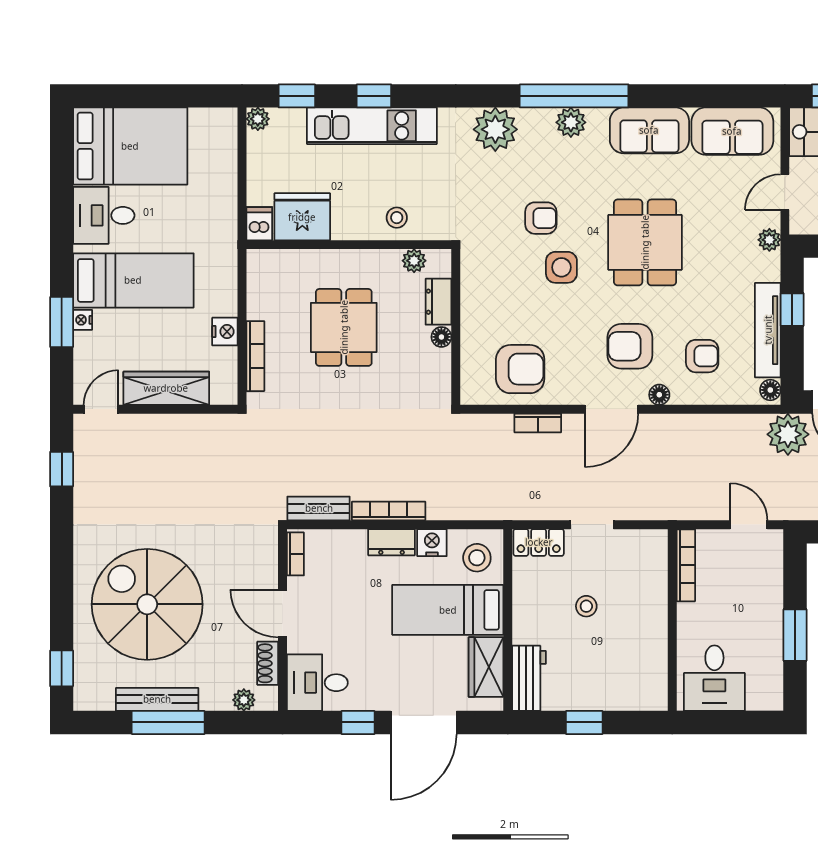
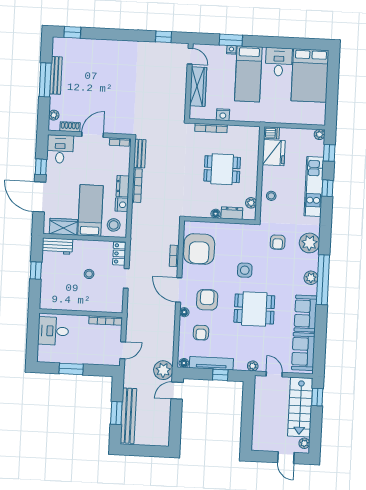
armchair: (541, 218) -> (278, 242), moved
armchair: (520, 369) -> (199, 249), width x1.36, depth x1.36
spiral stairs: (147, 604) -> (100, 73), removed

